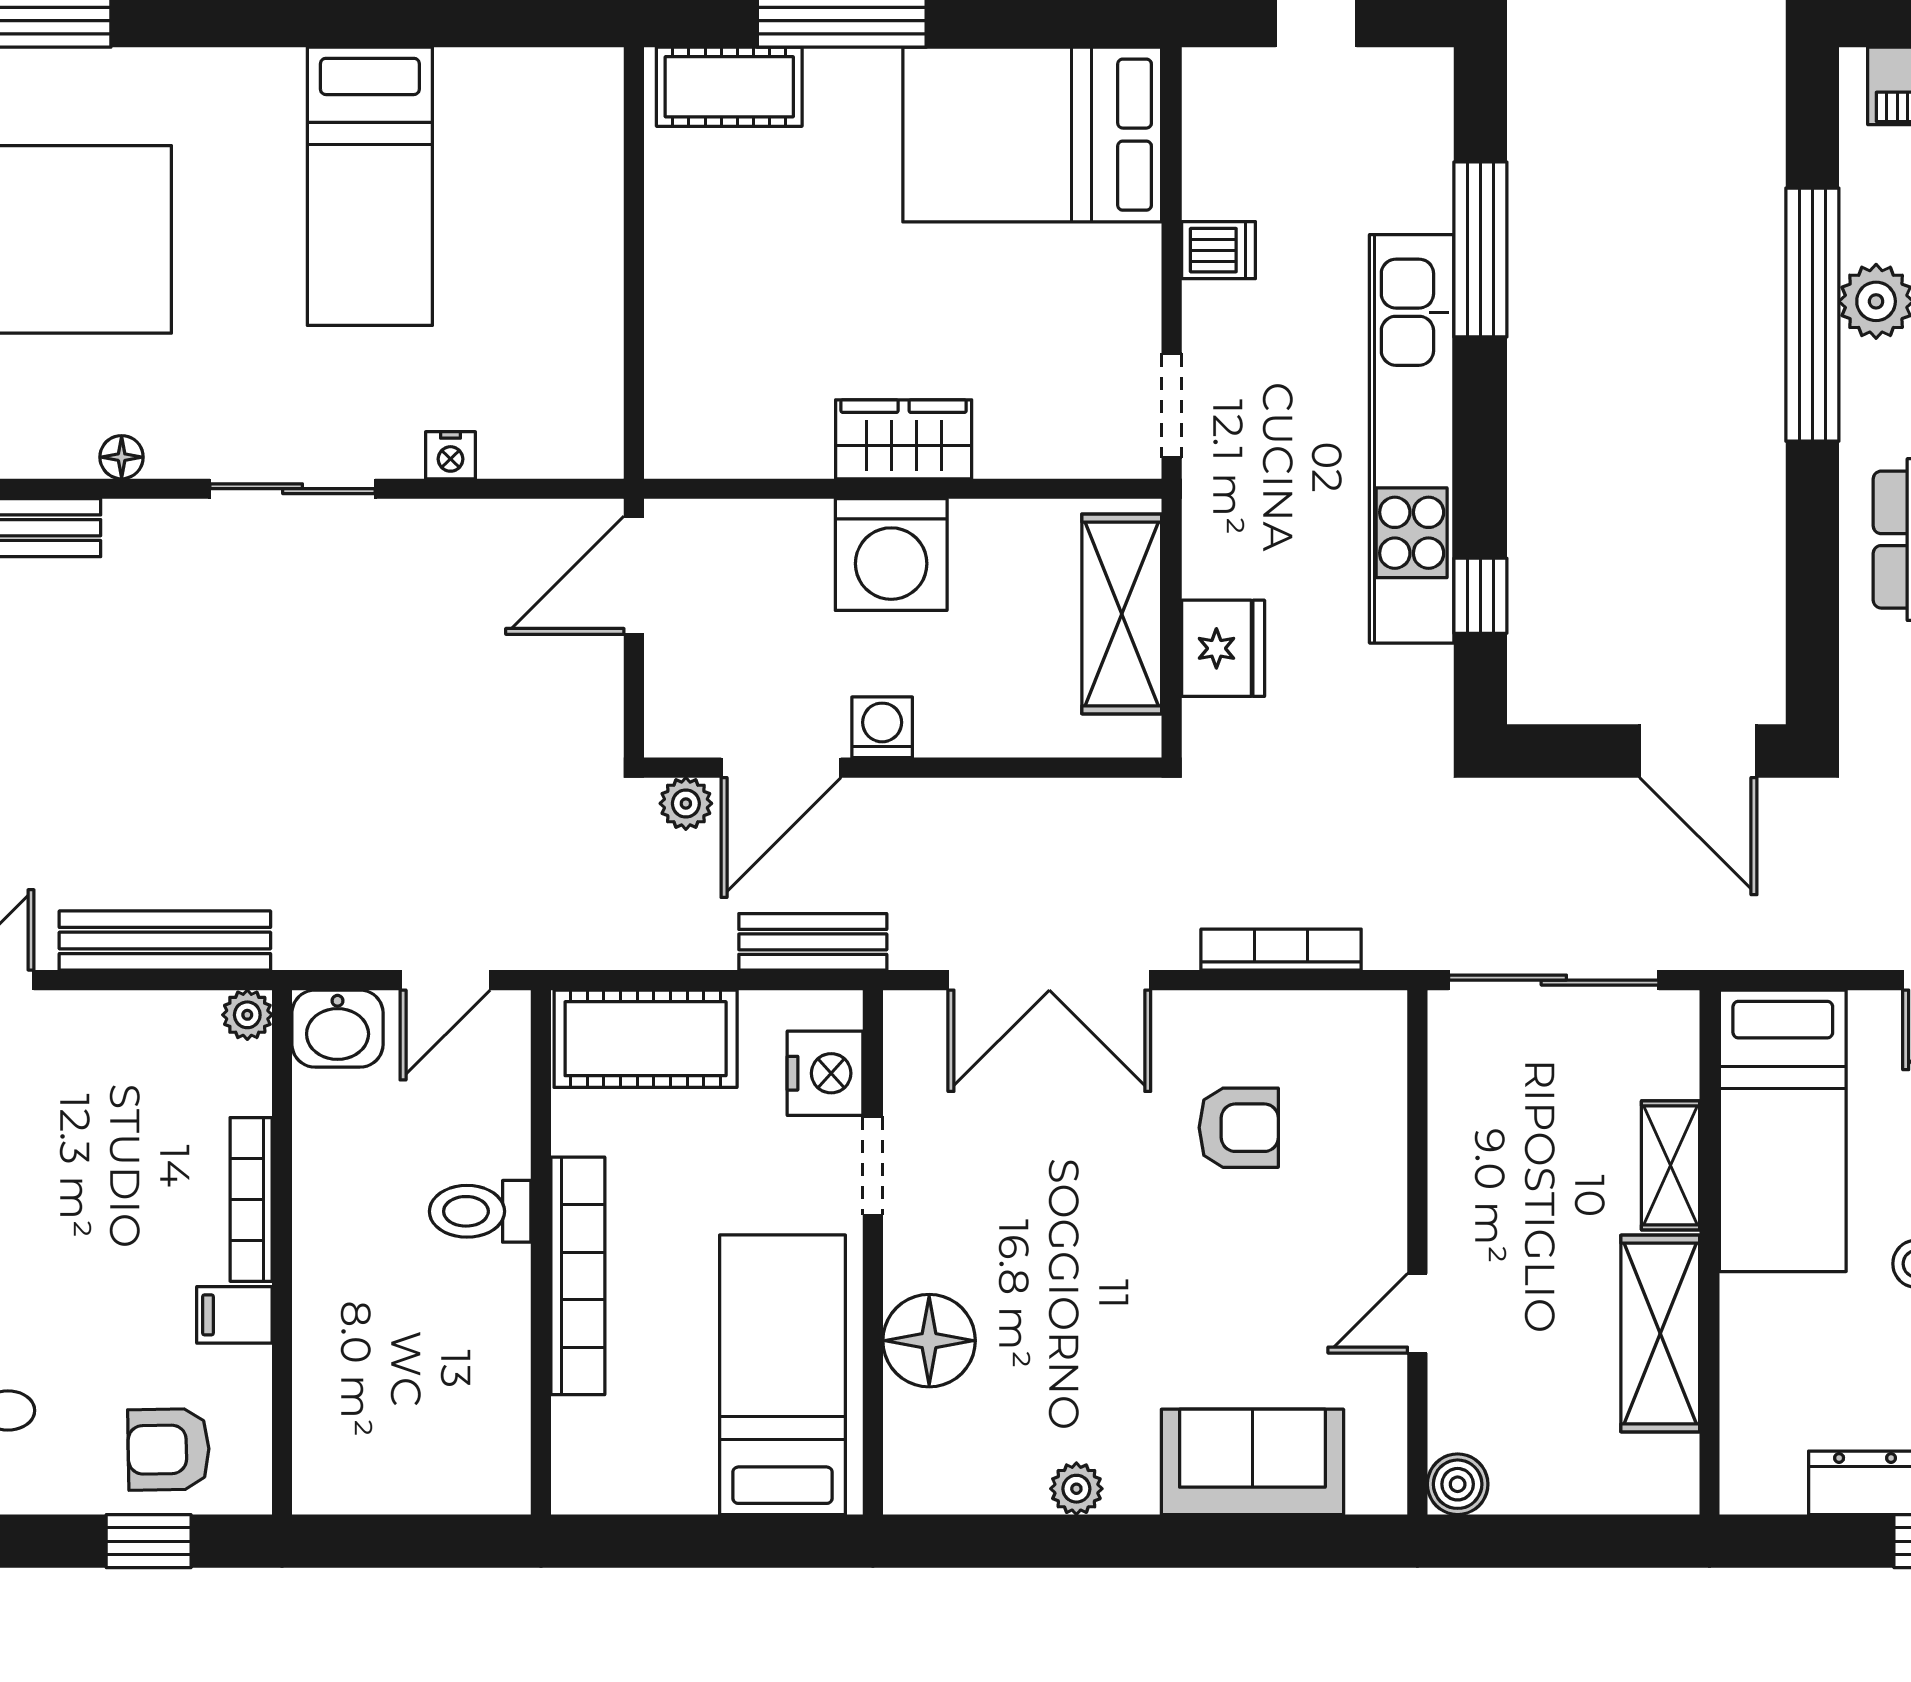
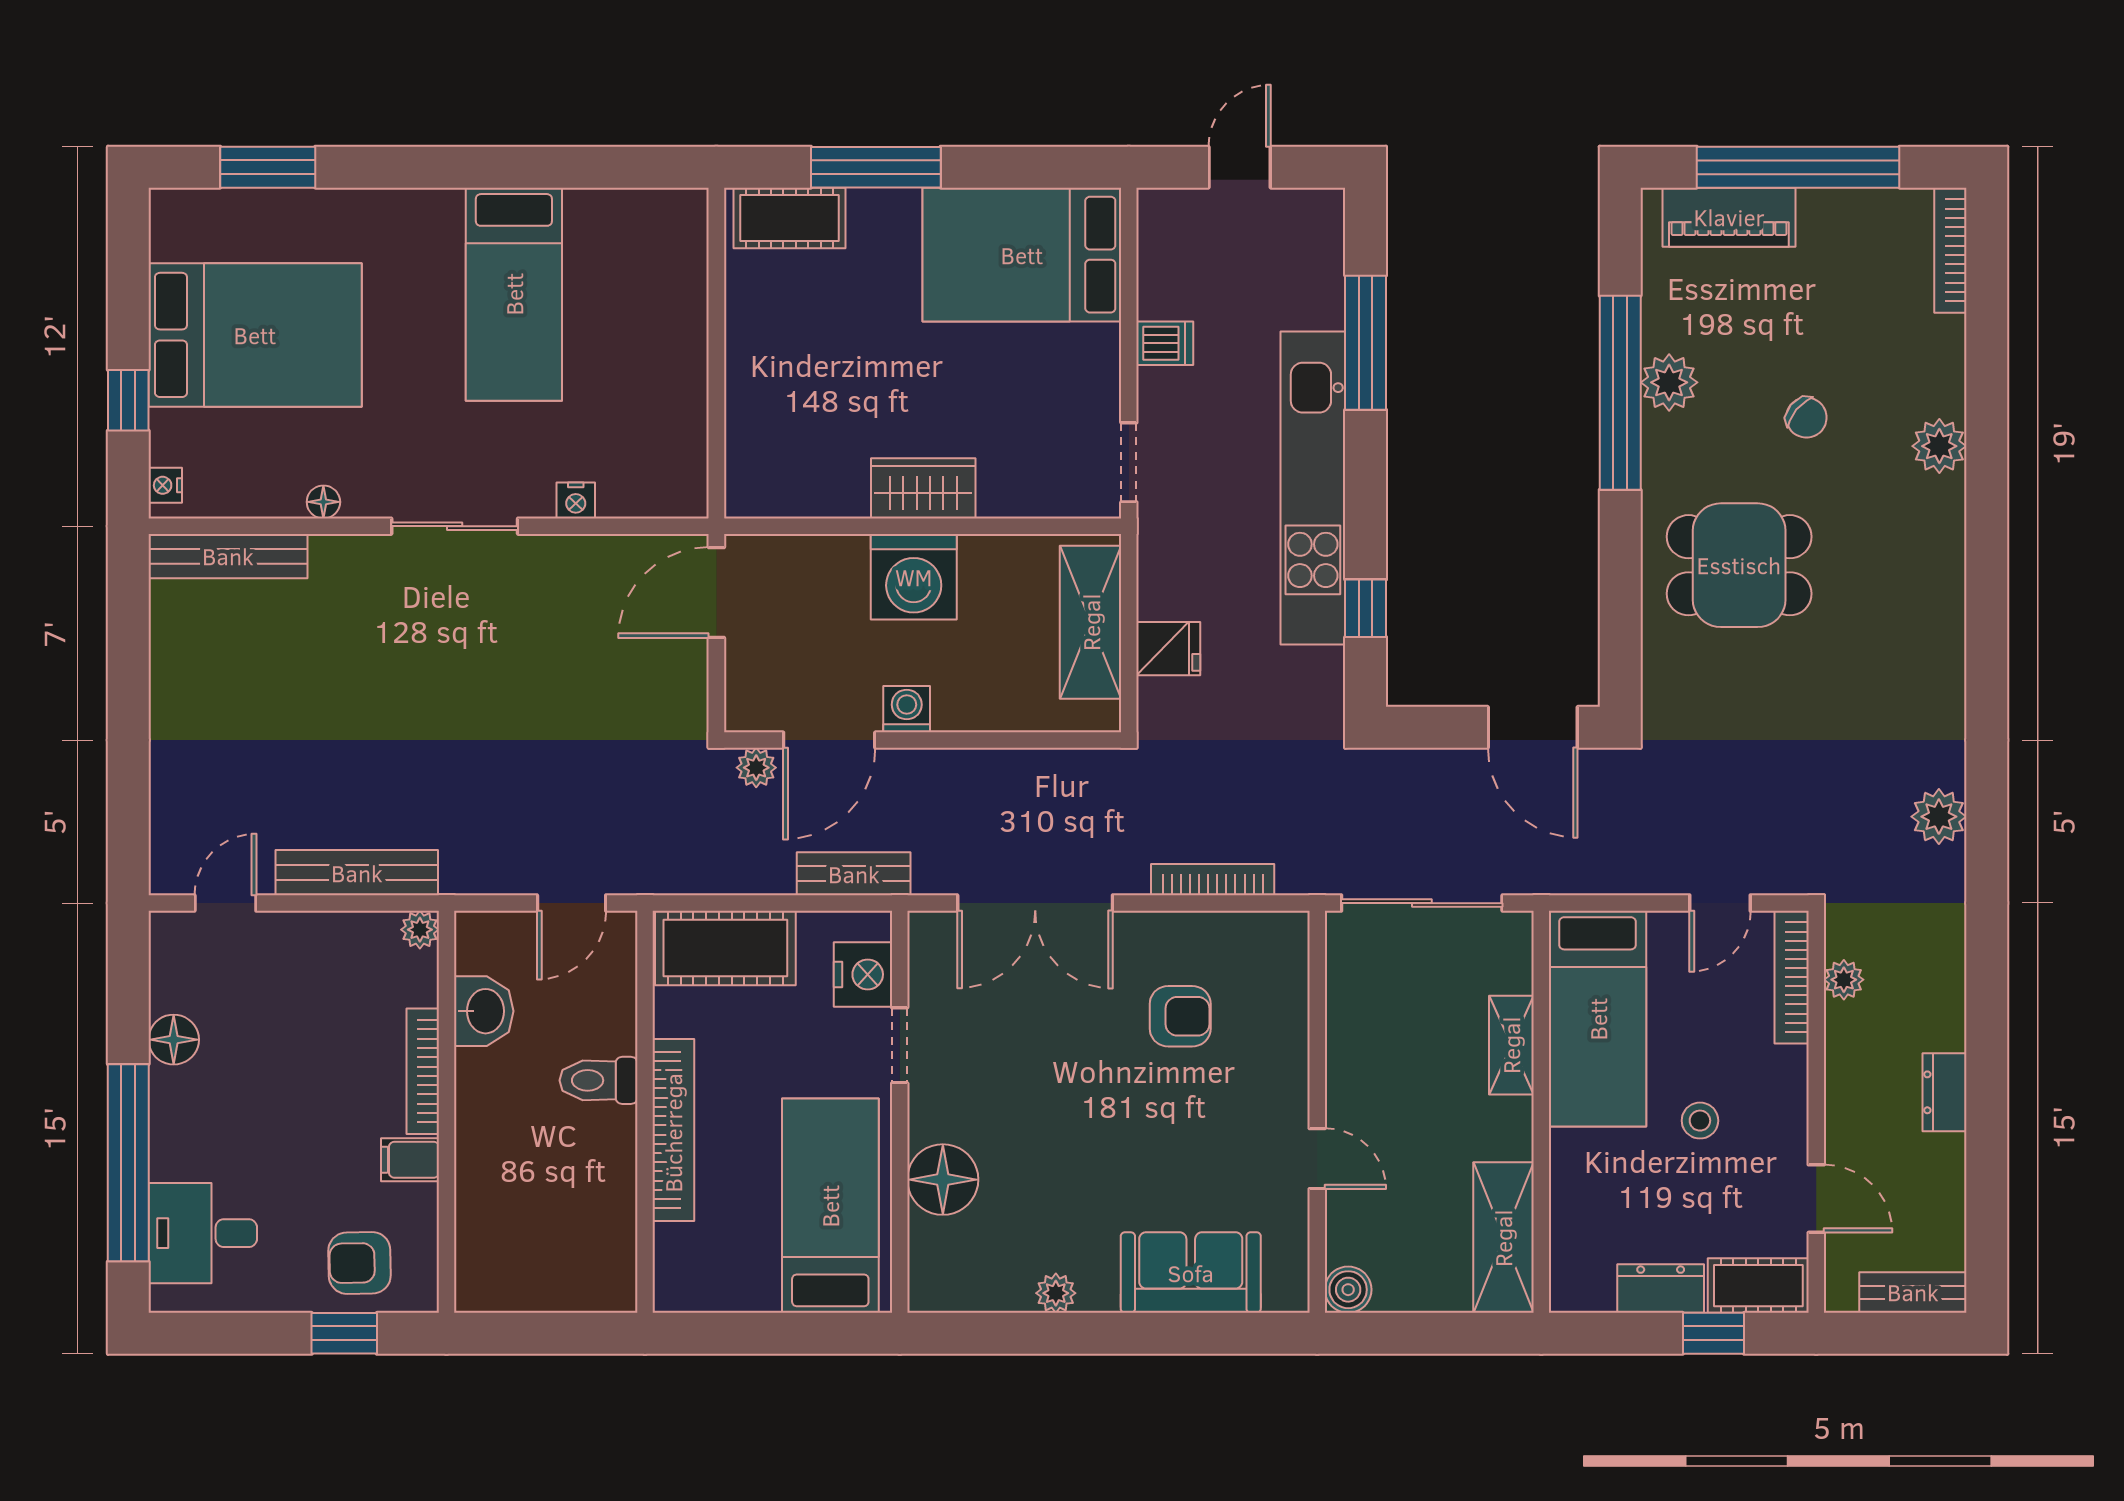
fridge: (1223, 648) -> (1168, 649), width x0.72
washbasin: (338, 1029) -> (484, 1011), moved, turned -90
door: (1417, 1313) -> (1317, 1159), swing flipped
shelving: (1660, 1334) -> (1503, 1238), moved

